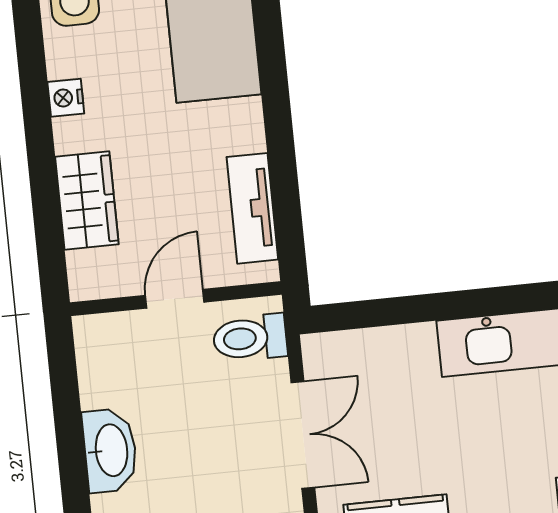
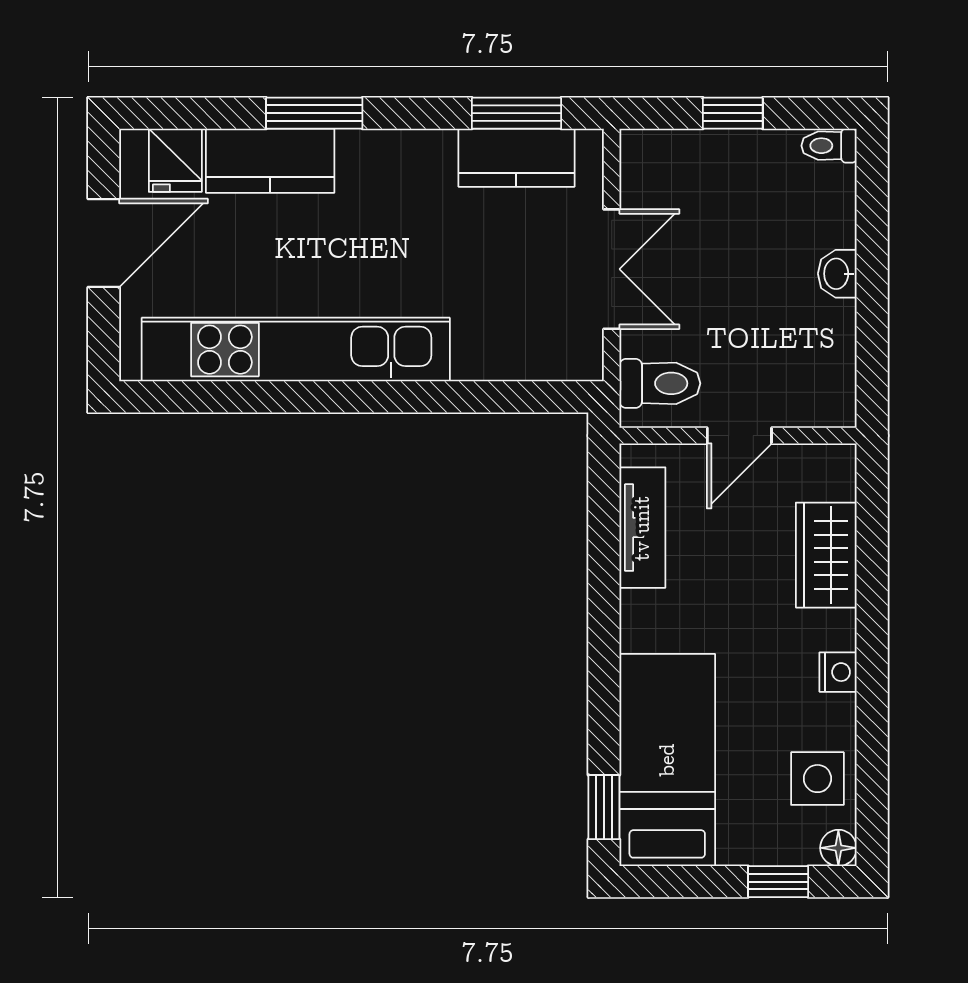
double door: (303, 435) -> (612, 269), swing flipped
washbasin: (110, 450) -> (837, 274), width x0.52, depth x0.69

